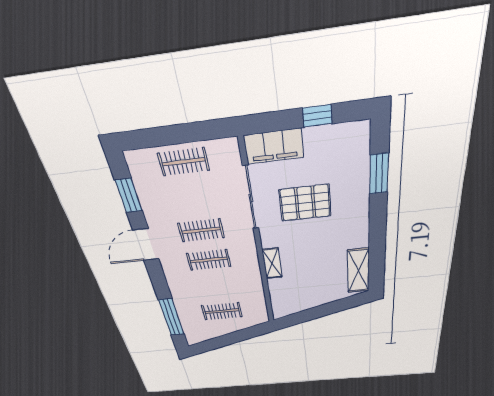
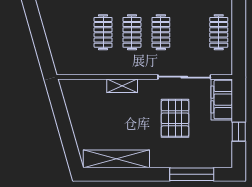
window: (379, 174) -> (192, 174), width x1.44
shelving: (358, 271) -> (116, 159), width x1.47
clothes rail: (222, 311) -> (103, 32), moved

